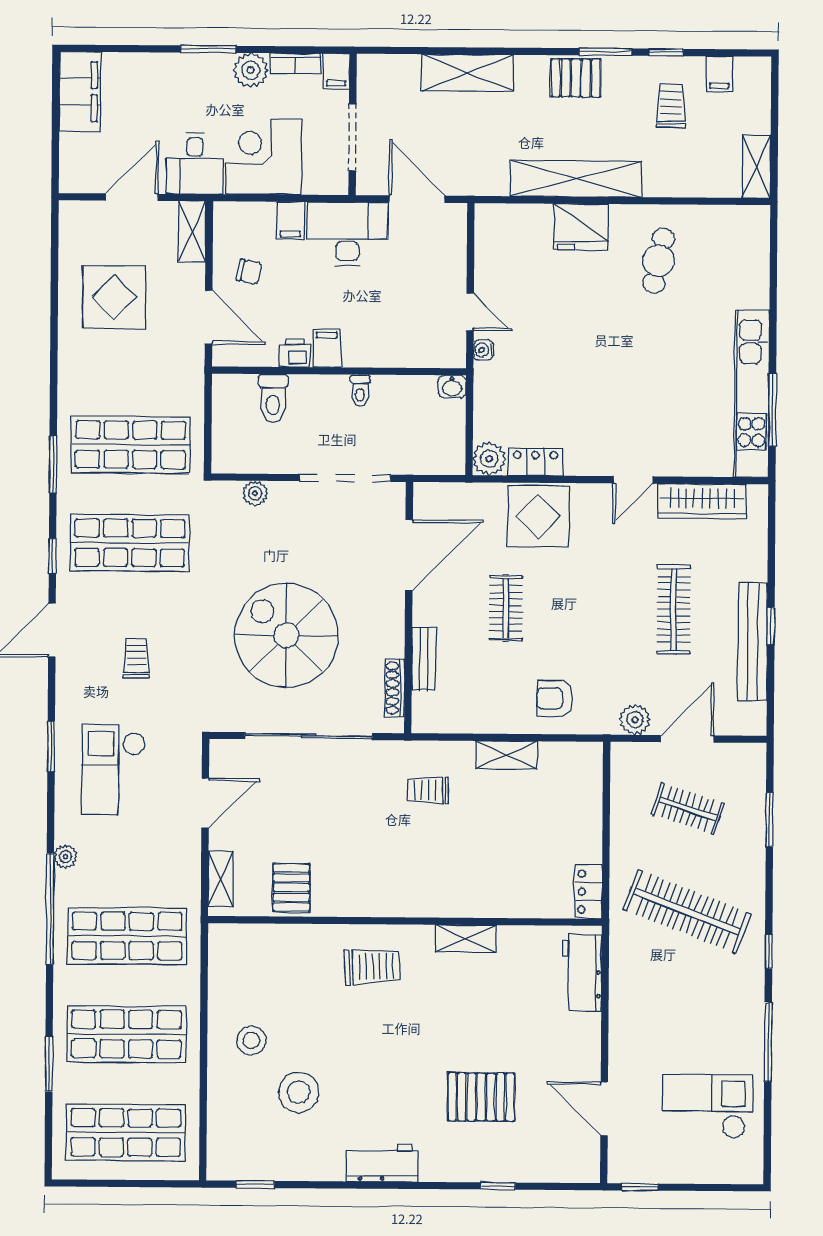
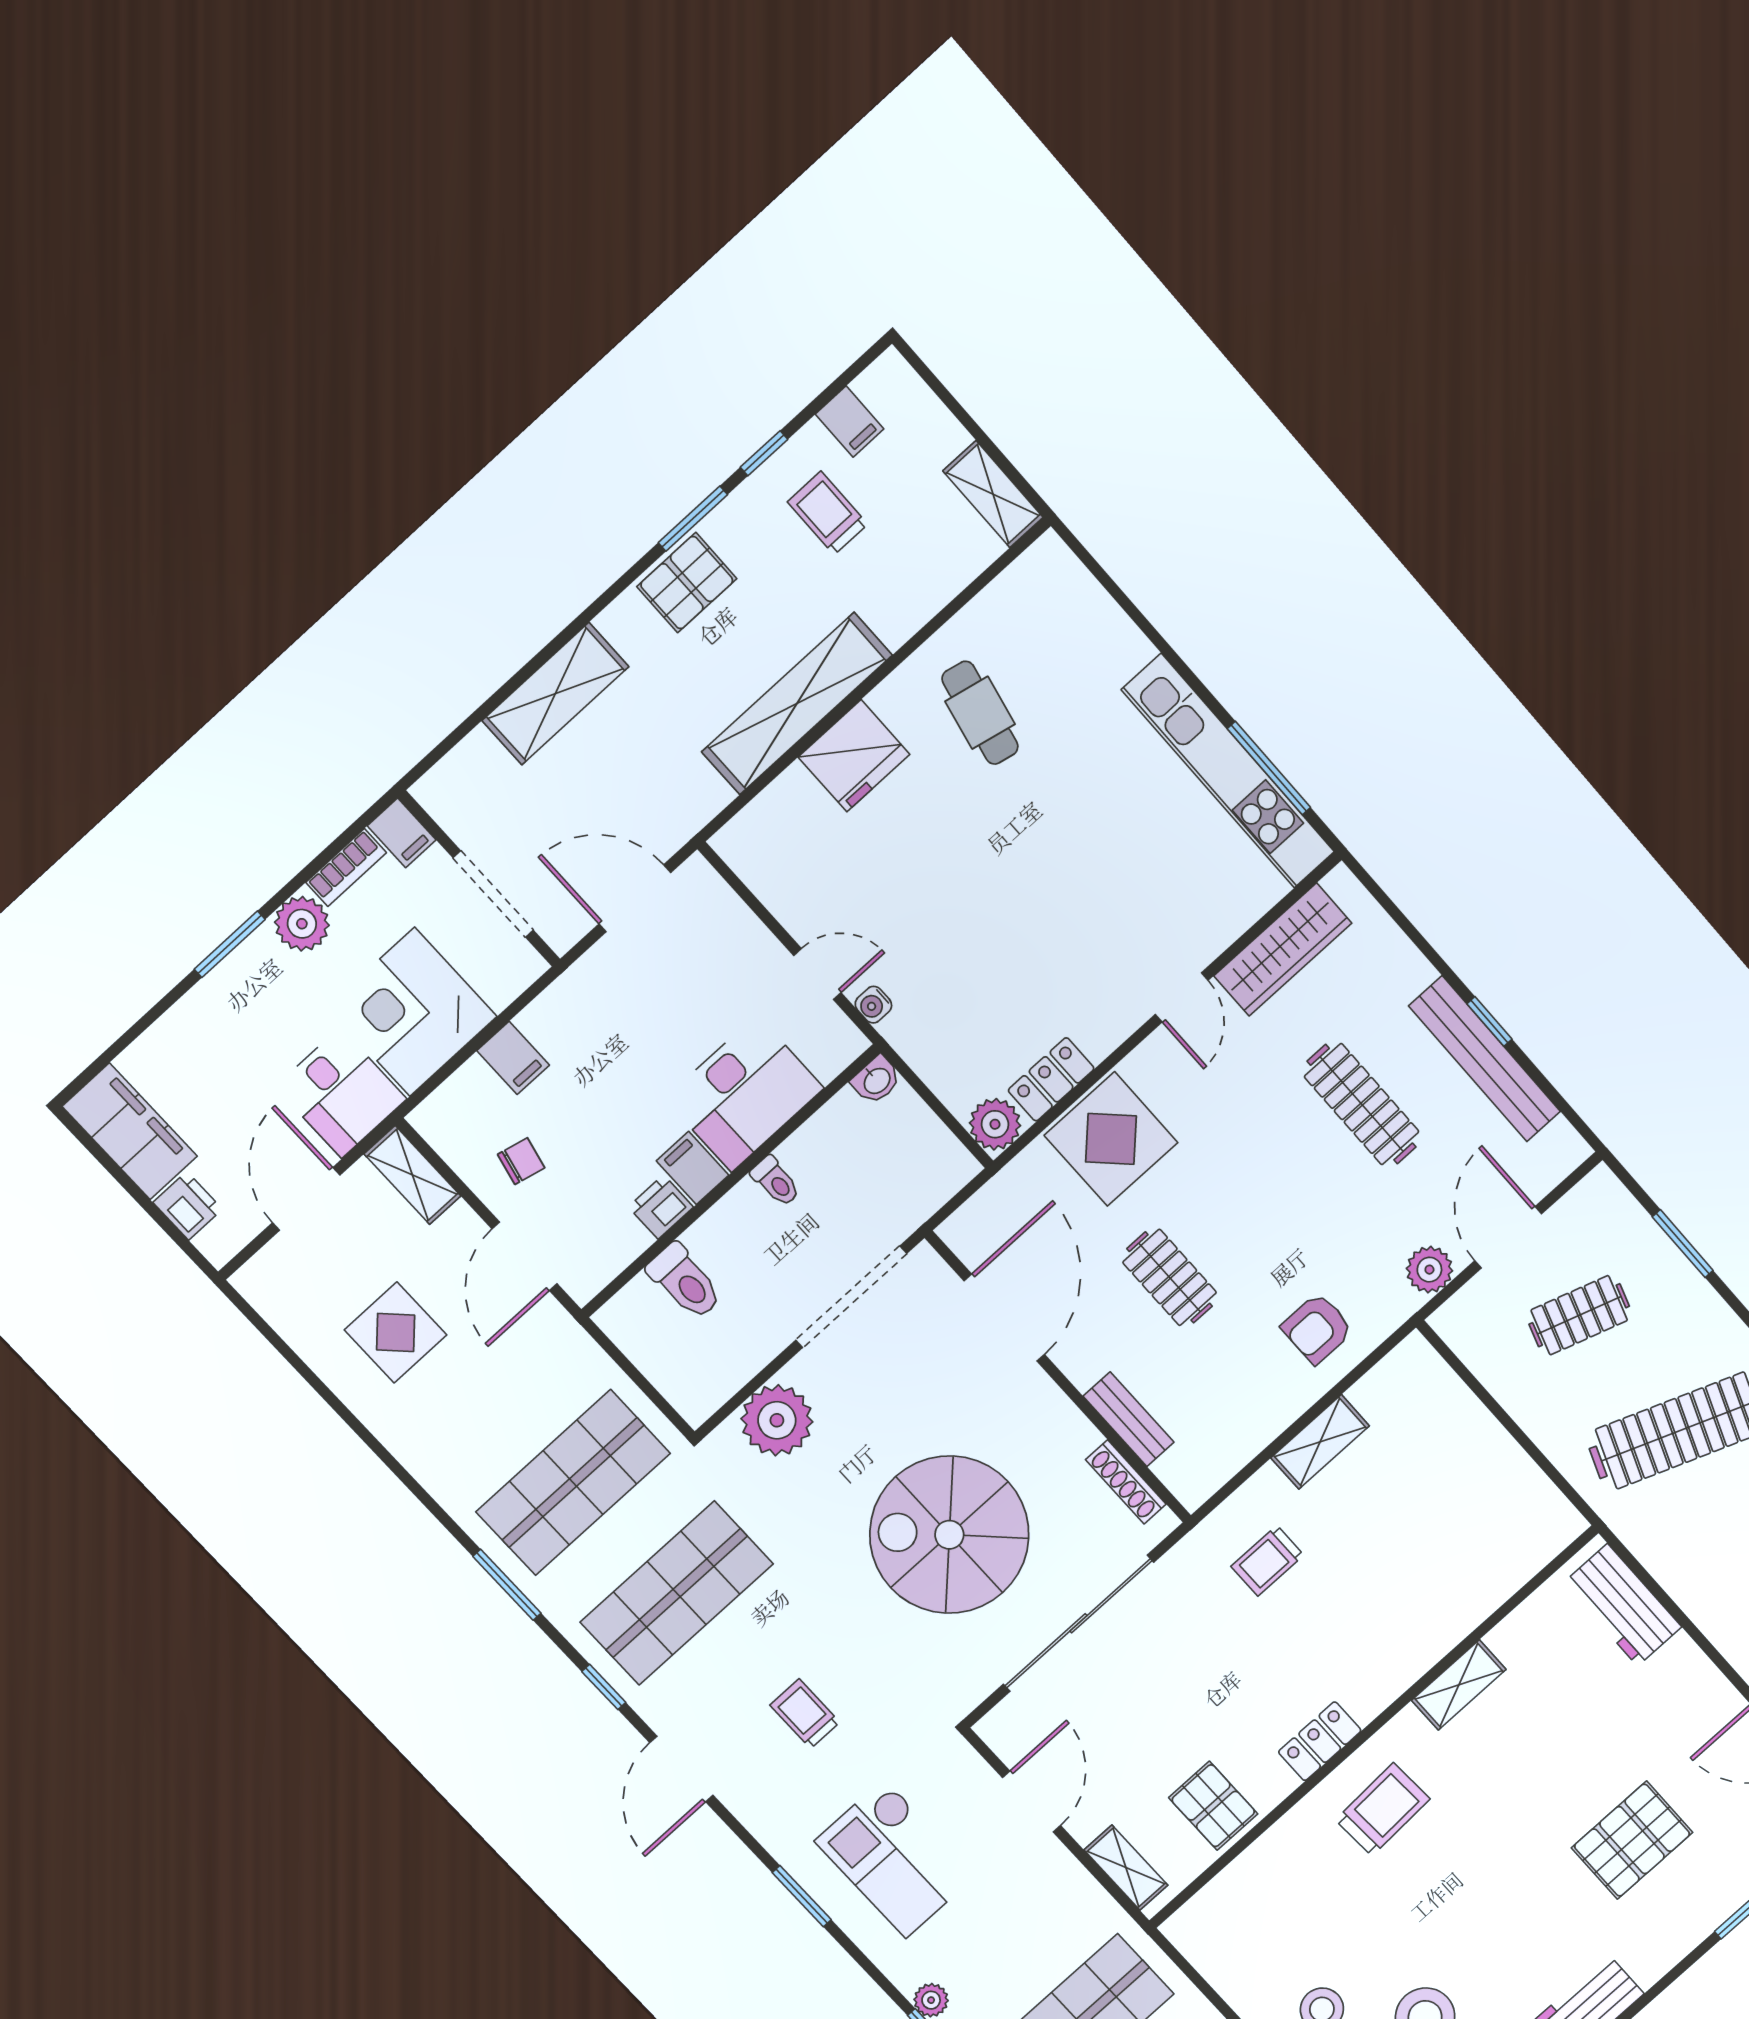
printer: (74, 150) -> (188, 1206), added
desk: (347, 234) -> (744, 1093), moved, turned 180
display table: (114, 297) -> (396, 1332), width x0.73, depth x0.73
door: (209, 317) -> (525, 1256), swing flipped
plant: (255, 493) -> (777, 1420), width x1.87, depth x1.87
locker: (588, 892) -> (1320, 1741), moved, turned 90

